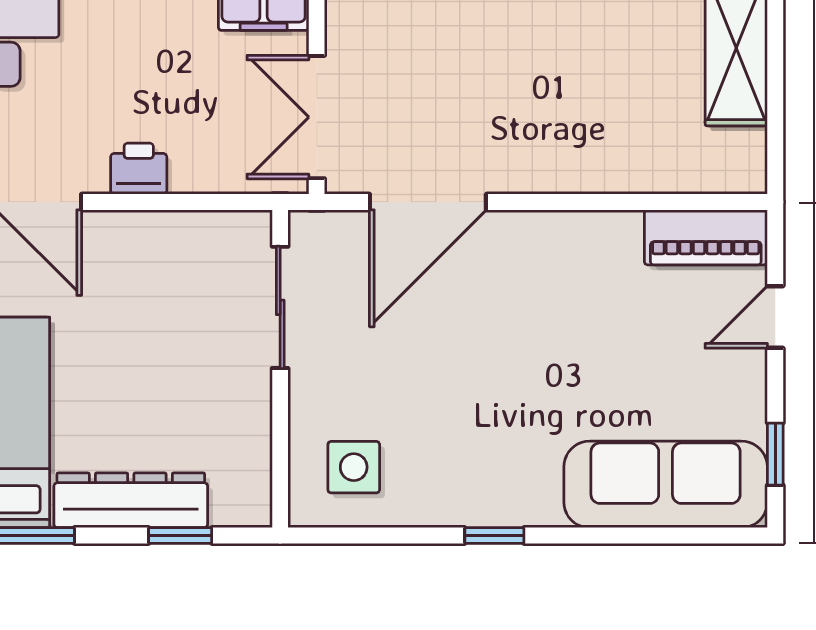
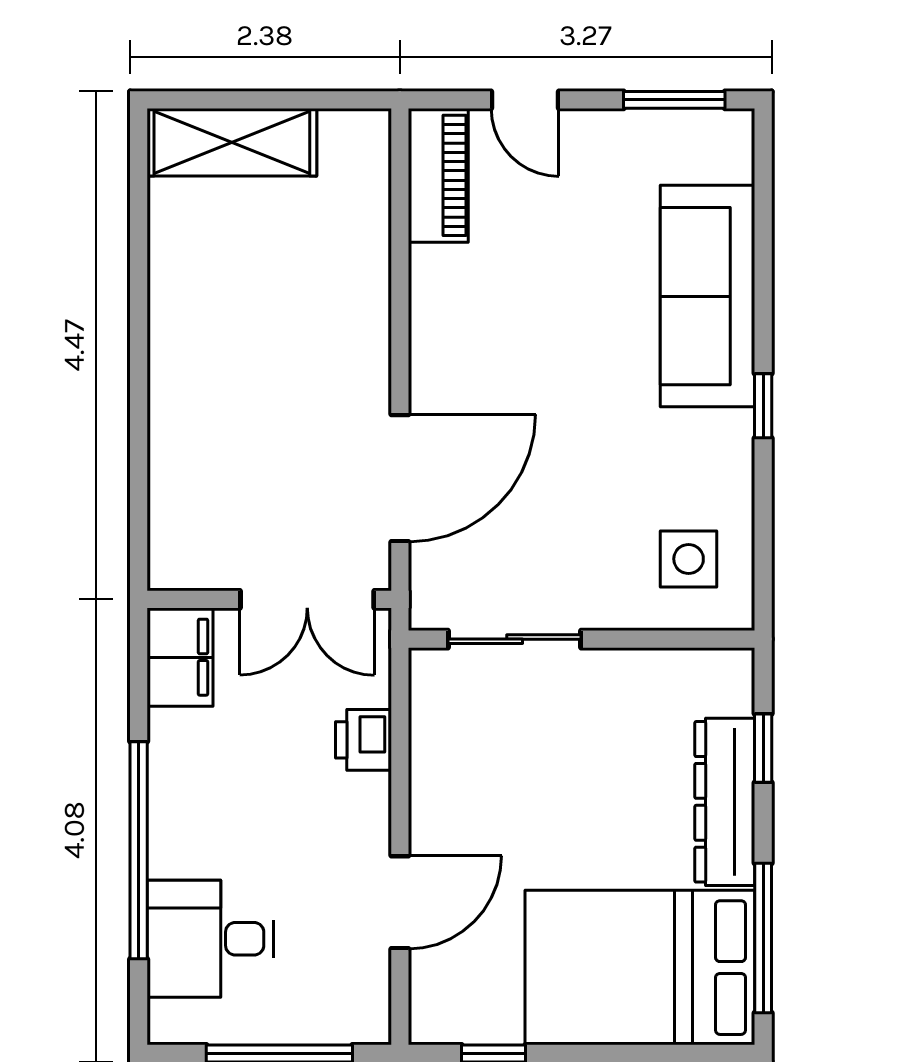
printer: (139, 169) -> (363, 740), moved
door: (428, 202) -> (400, 478), hinge flipped
window: (775, 454) -> (674, 100), width x1.50
sofa: (666, 484) -> (707, 296), moved

